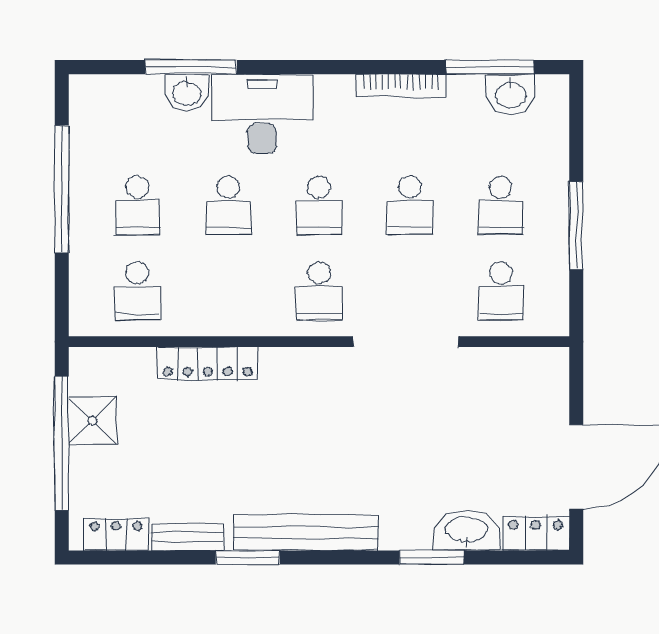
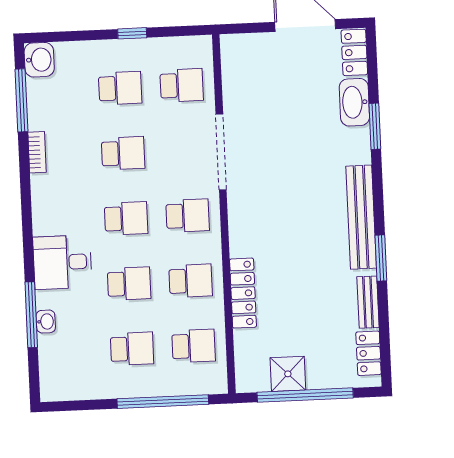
bookcase: (401, 85) -> (37, 152), width x0.64
washbasin: (187, 93) -> (46, 322), width x0.72, depth x0.69
washbasin: (511, 94) -> (39, 60), moved
desk: (262, 114) -> (62, 262), width x0.73
window: (62, 189) -> (163, 402), moved
window: (576, 225) -> (132, 33), width x0.46
school desk: (228, 291) -> (191, 281), added

